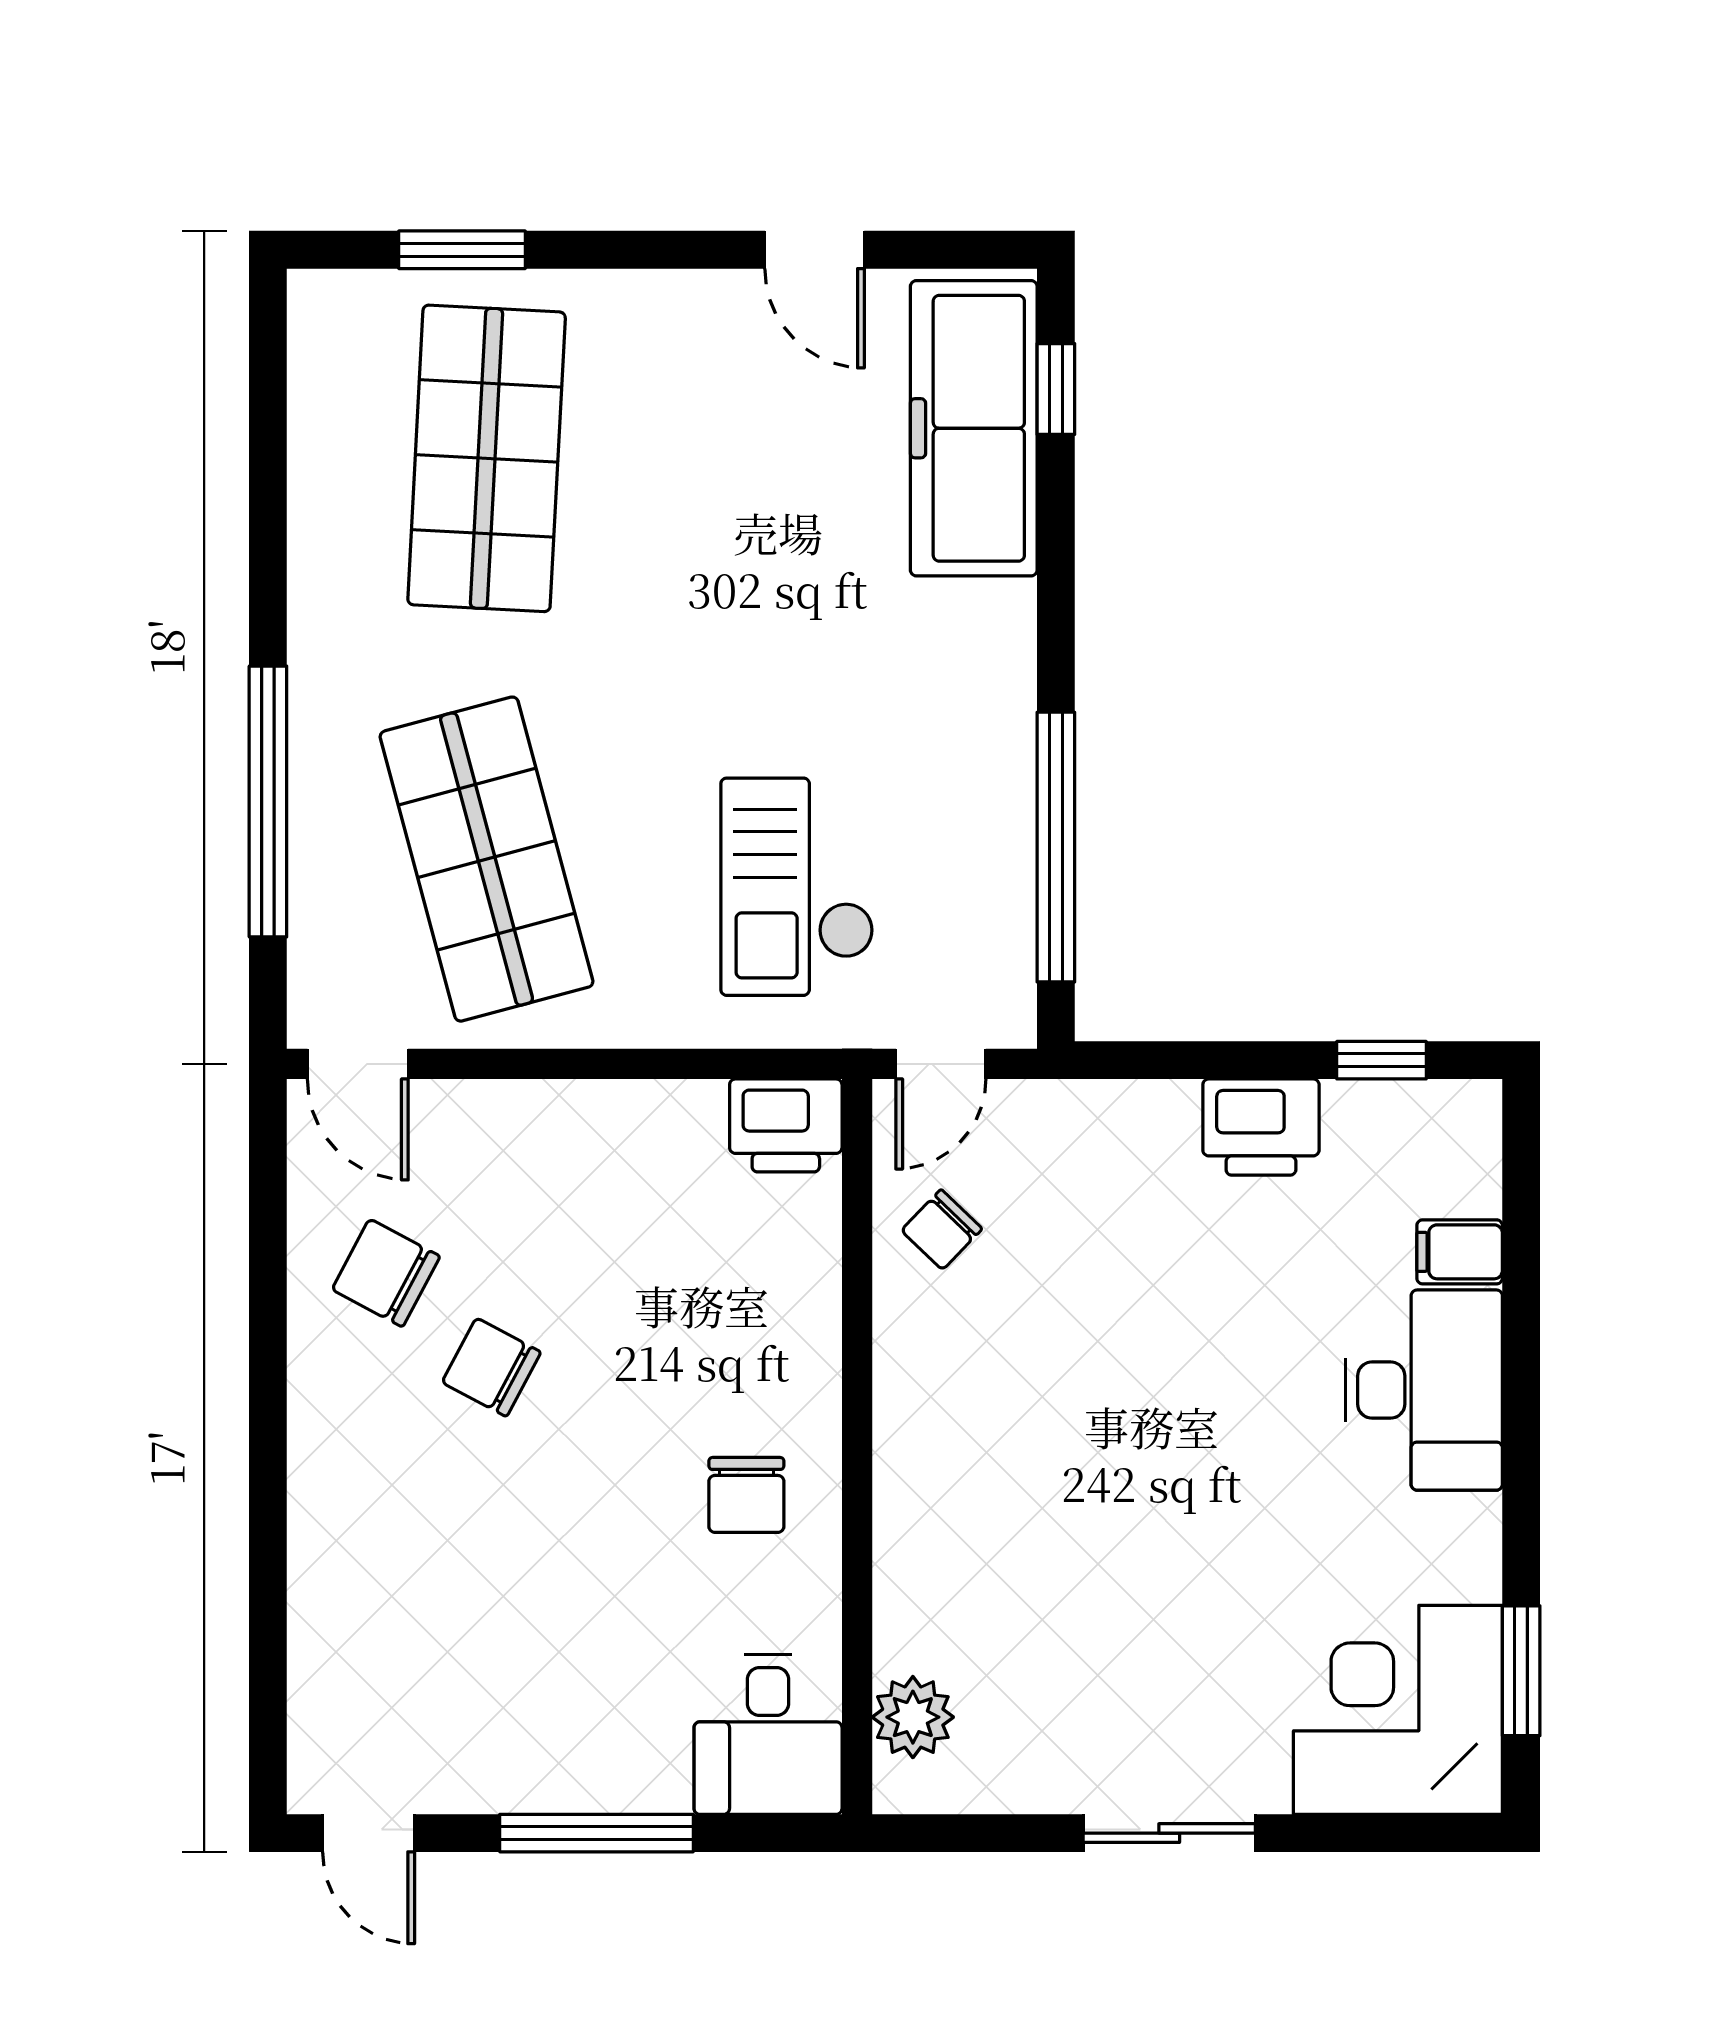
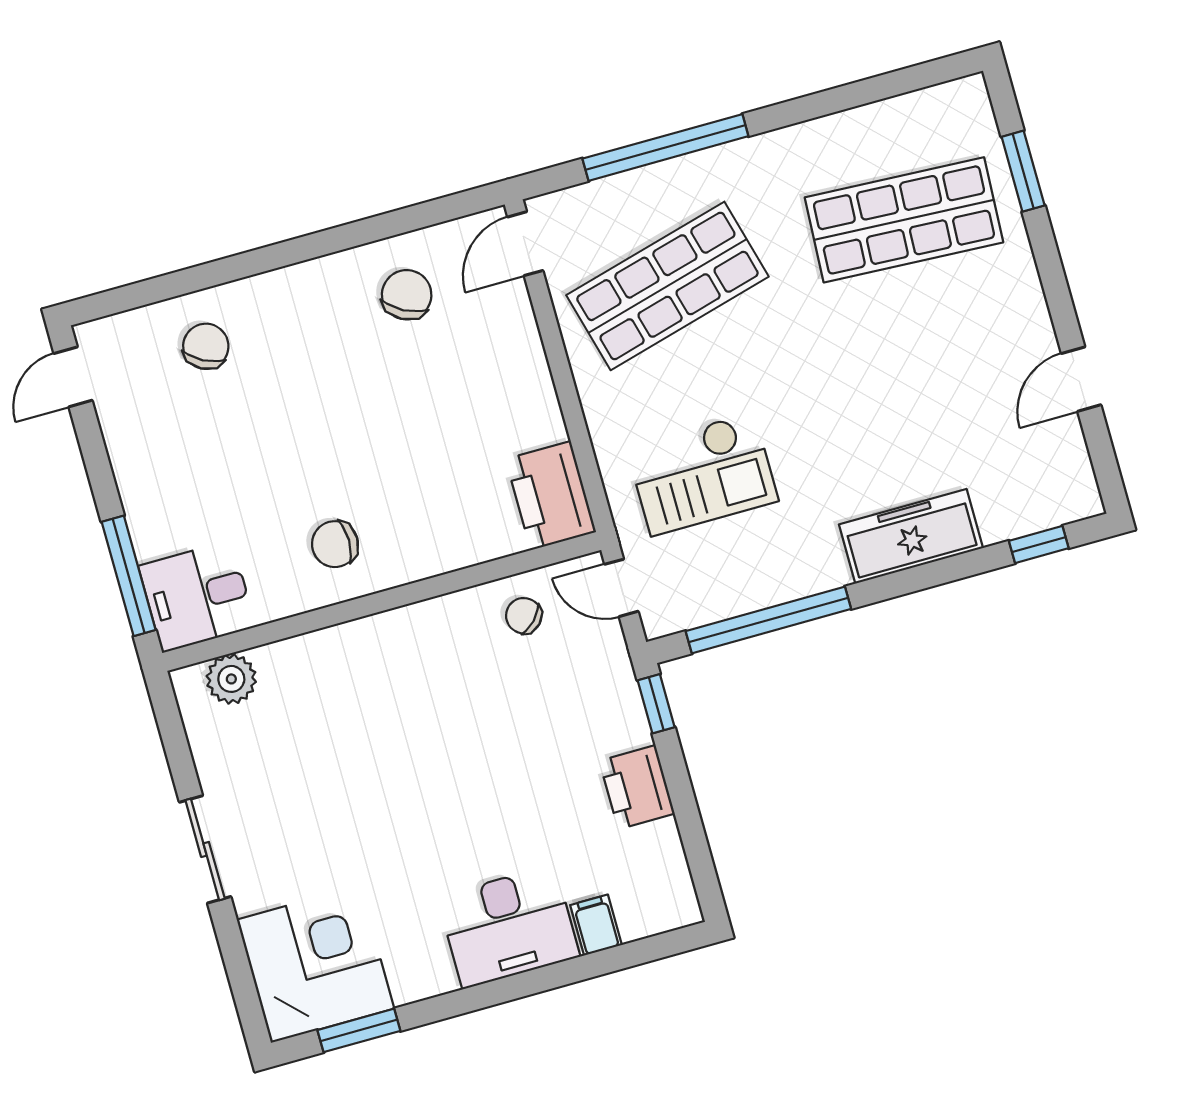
freezer: (974, 428) -> (911, 536), moved, width x0.73, depth x0.79
checkout: (797, 887) -> (702, 474), turned 180
window: (1381, 1060) -> (656, 704), moved
printer: (786, 1125) -> (551, 496), width x1.37, depth x1.19
chair: (491, 1367) -> (206, 346), moved
window: (596, 1833) -> (129, 576), moved

